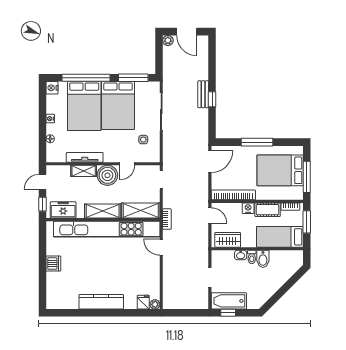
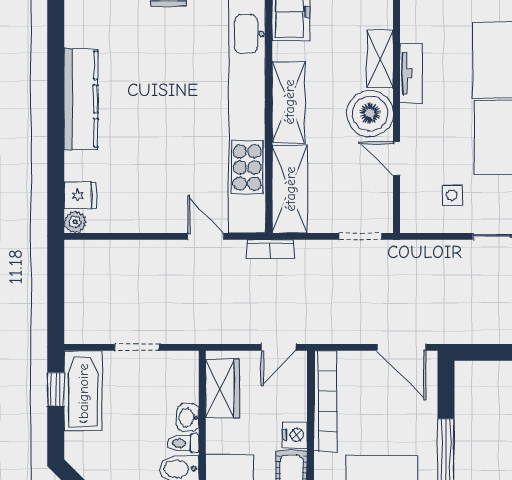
tv unit: (85, 157) -> (411, 73), width x0.71
door: (161, 247) -> (206, 236), hinge flipped

